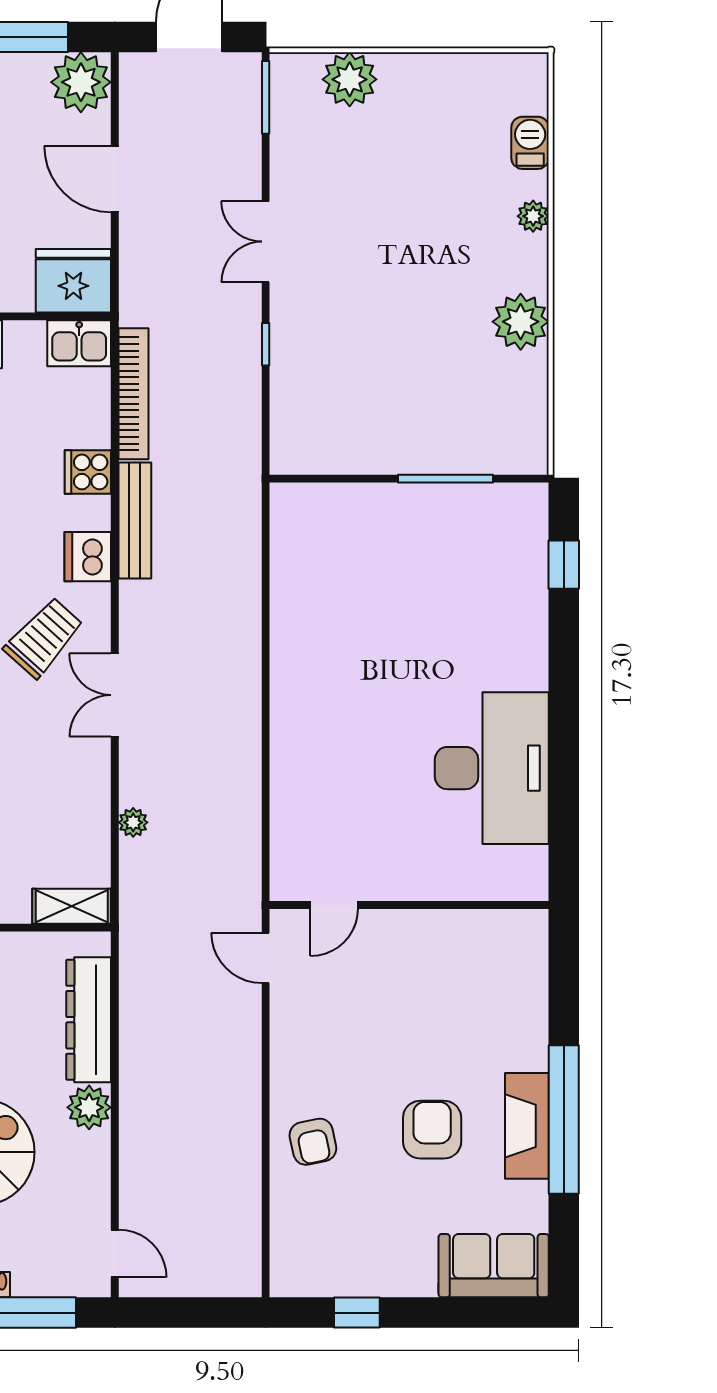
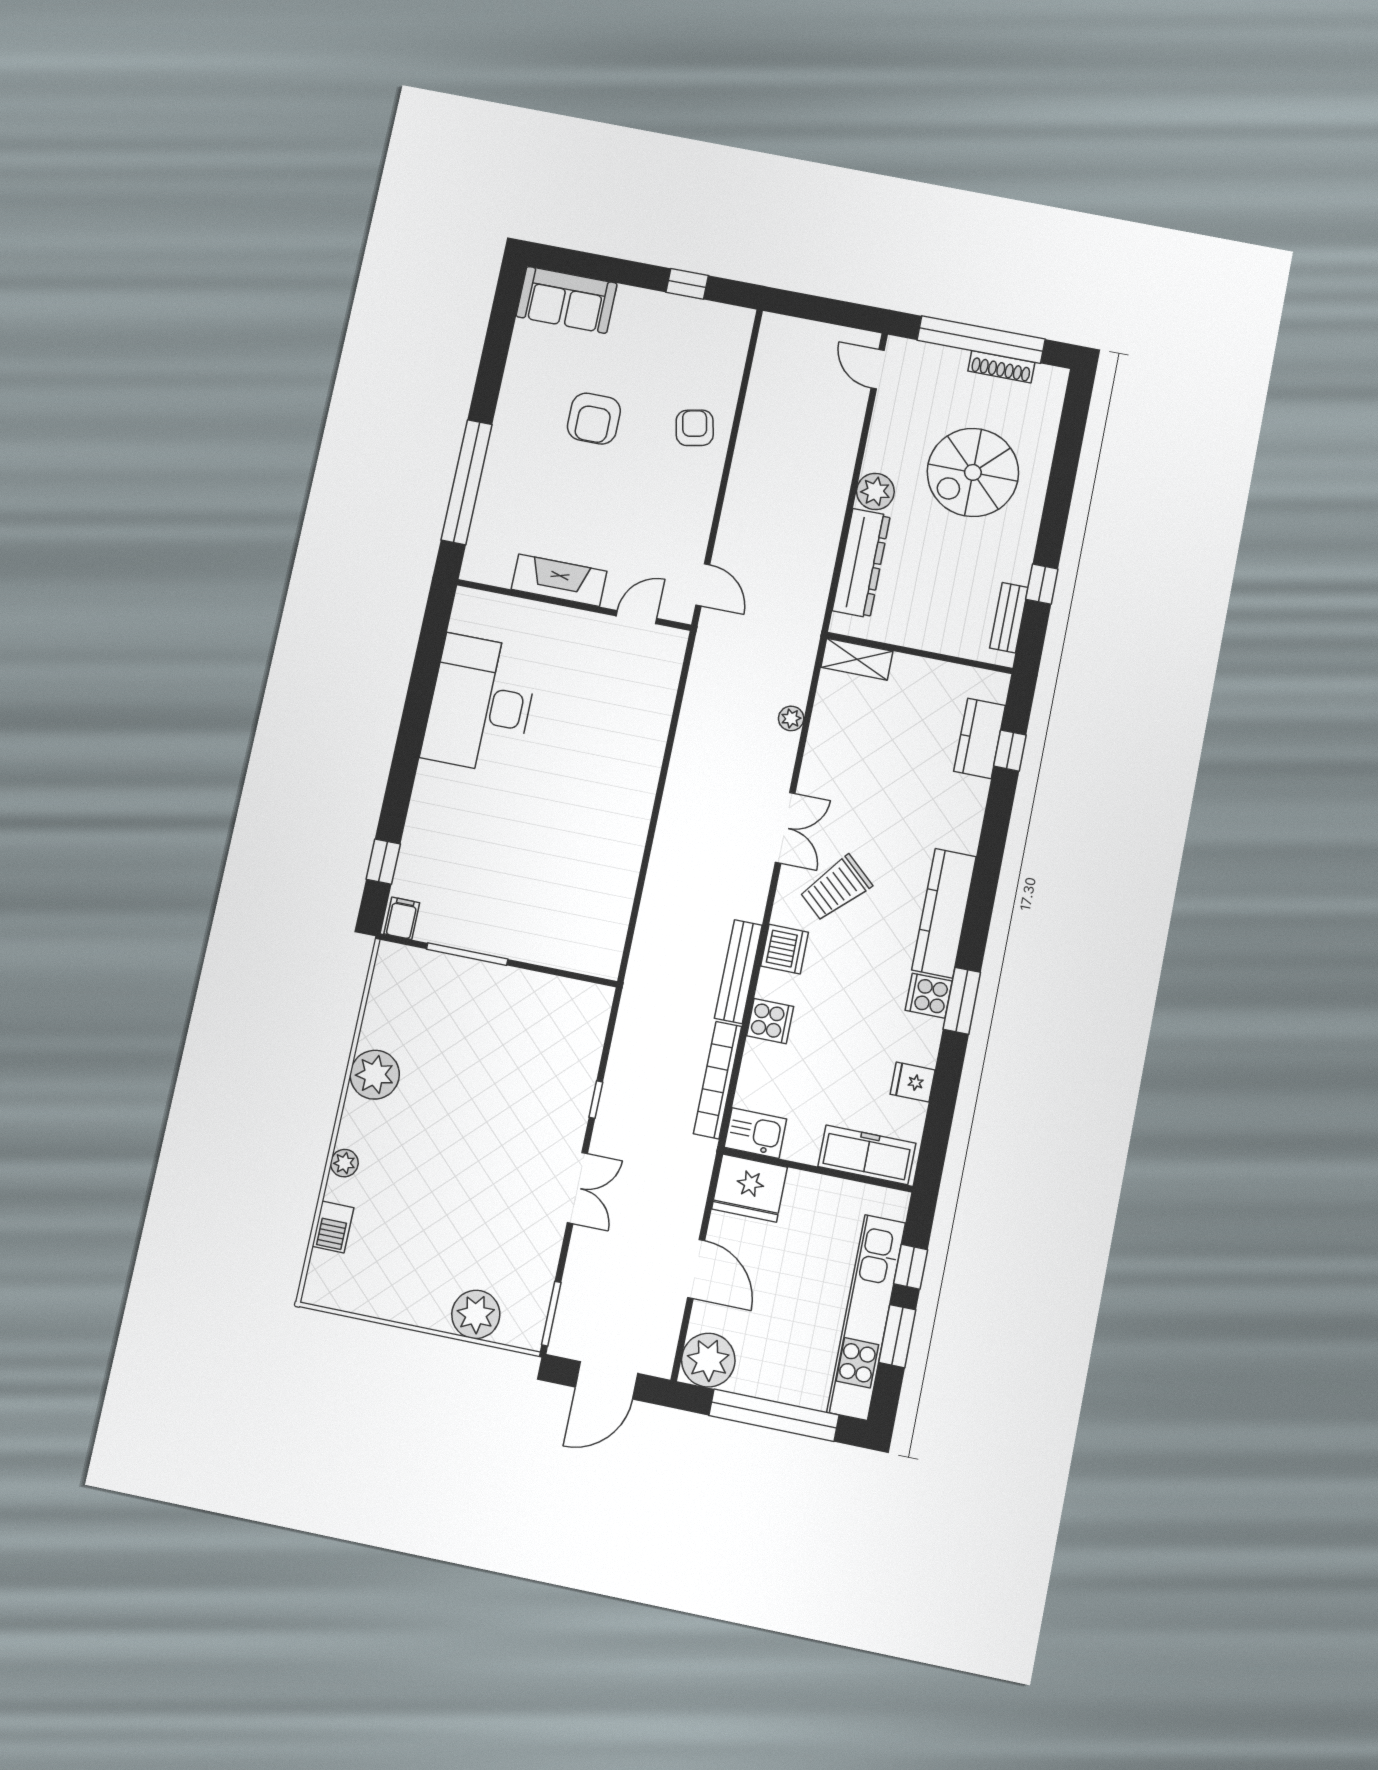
filing cabinet: (529, 504) -> (402, 918), added
window: (564, 1120) -> (467, 482), moved
fireplace: (527, 1126) -> (559, 580), moved, turned -90

